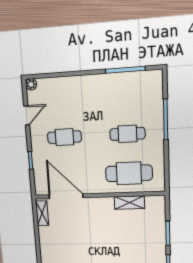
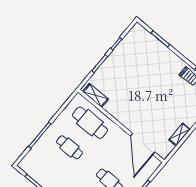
shelving: (129, 203) -> (96, 95), moved
shelving: (42, 213) -> (179, 135), moved

